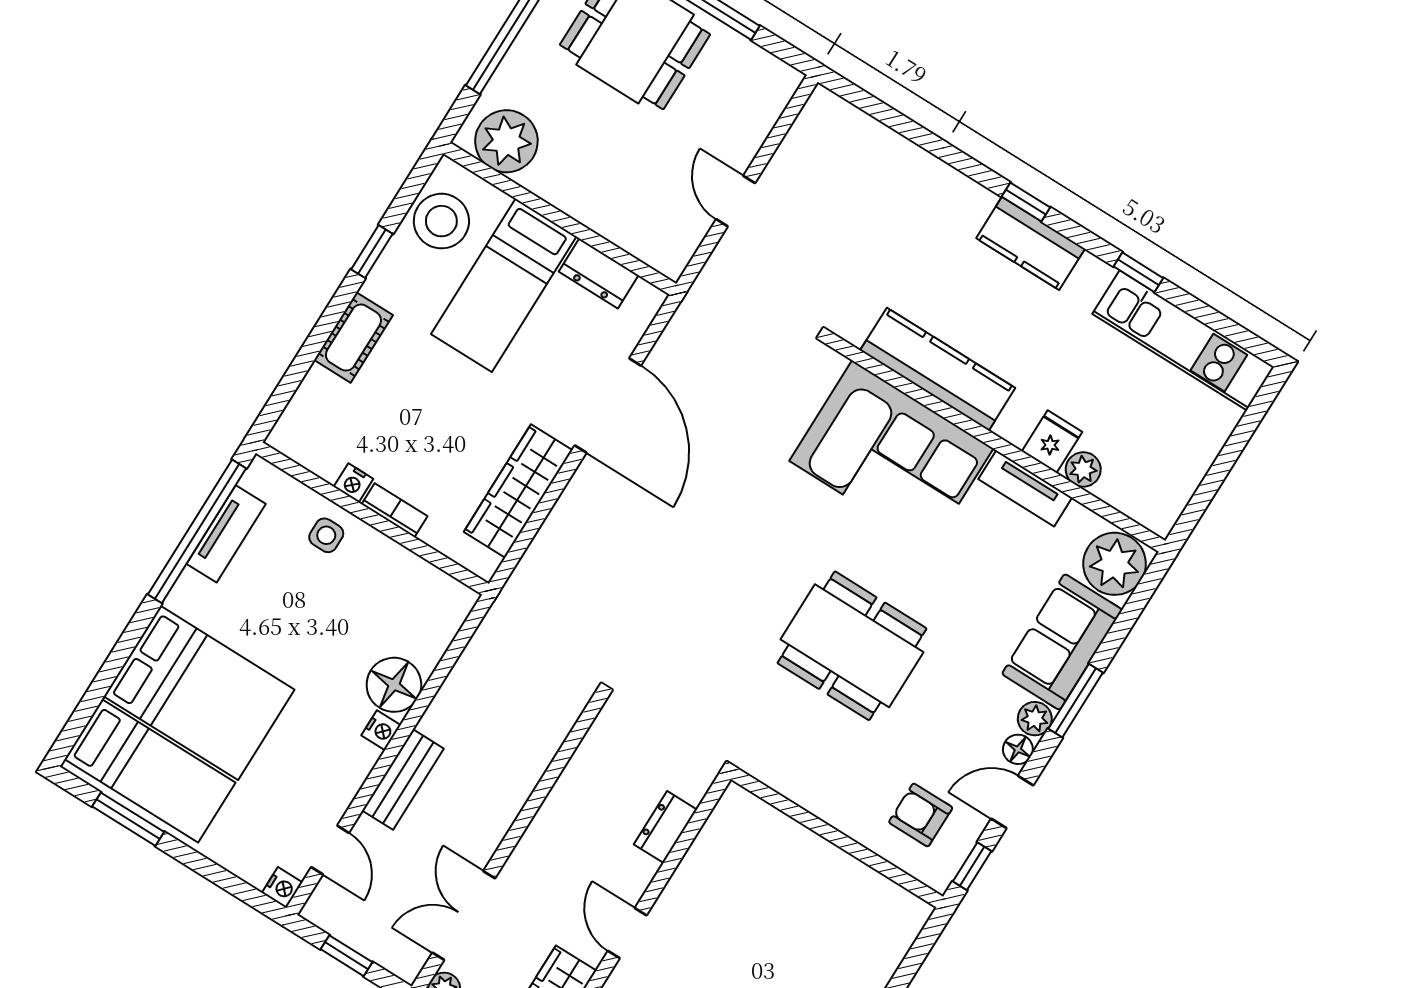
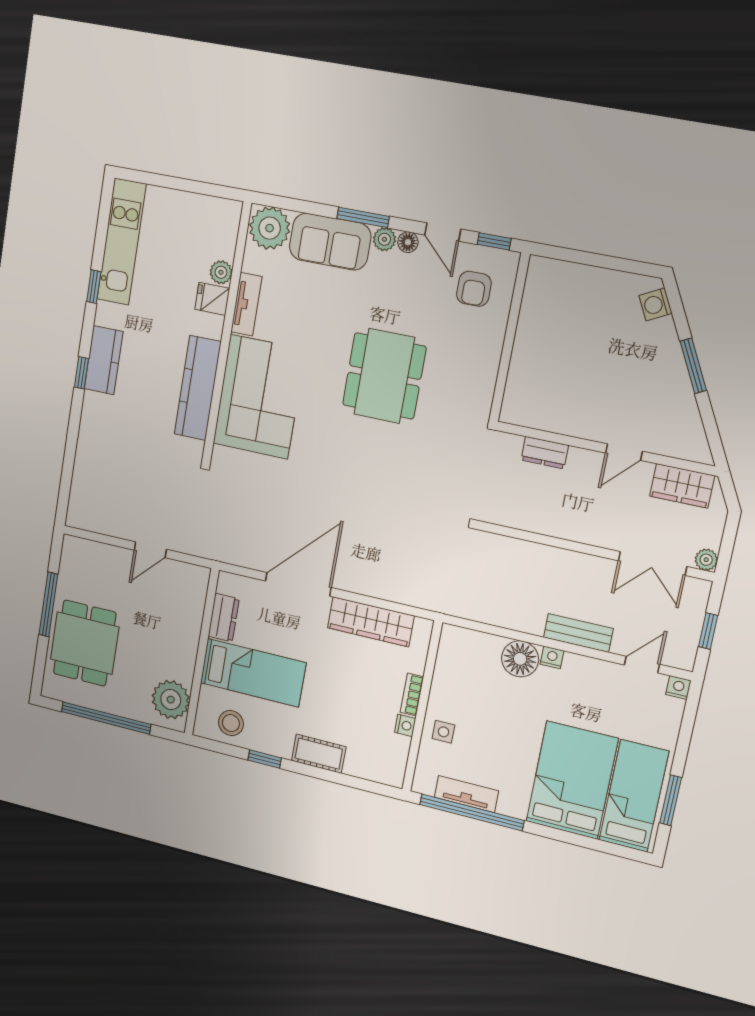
stool: (441, 221) -> (231, 723), width x0.73, depth x0.73

